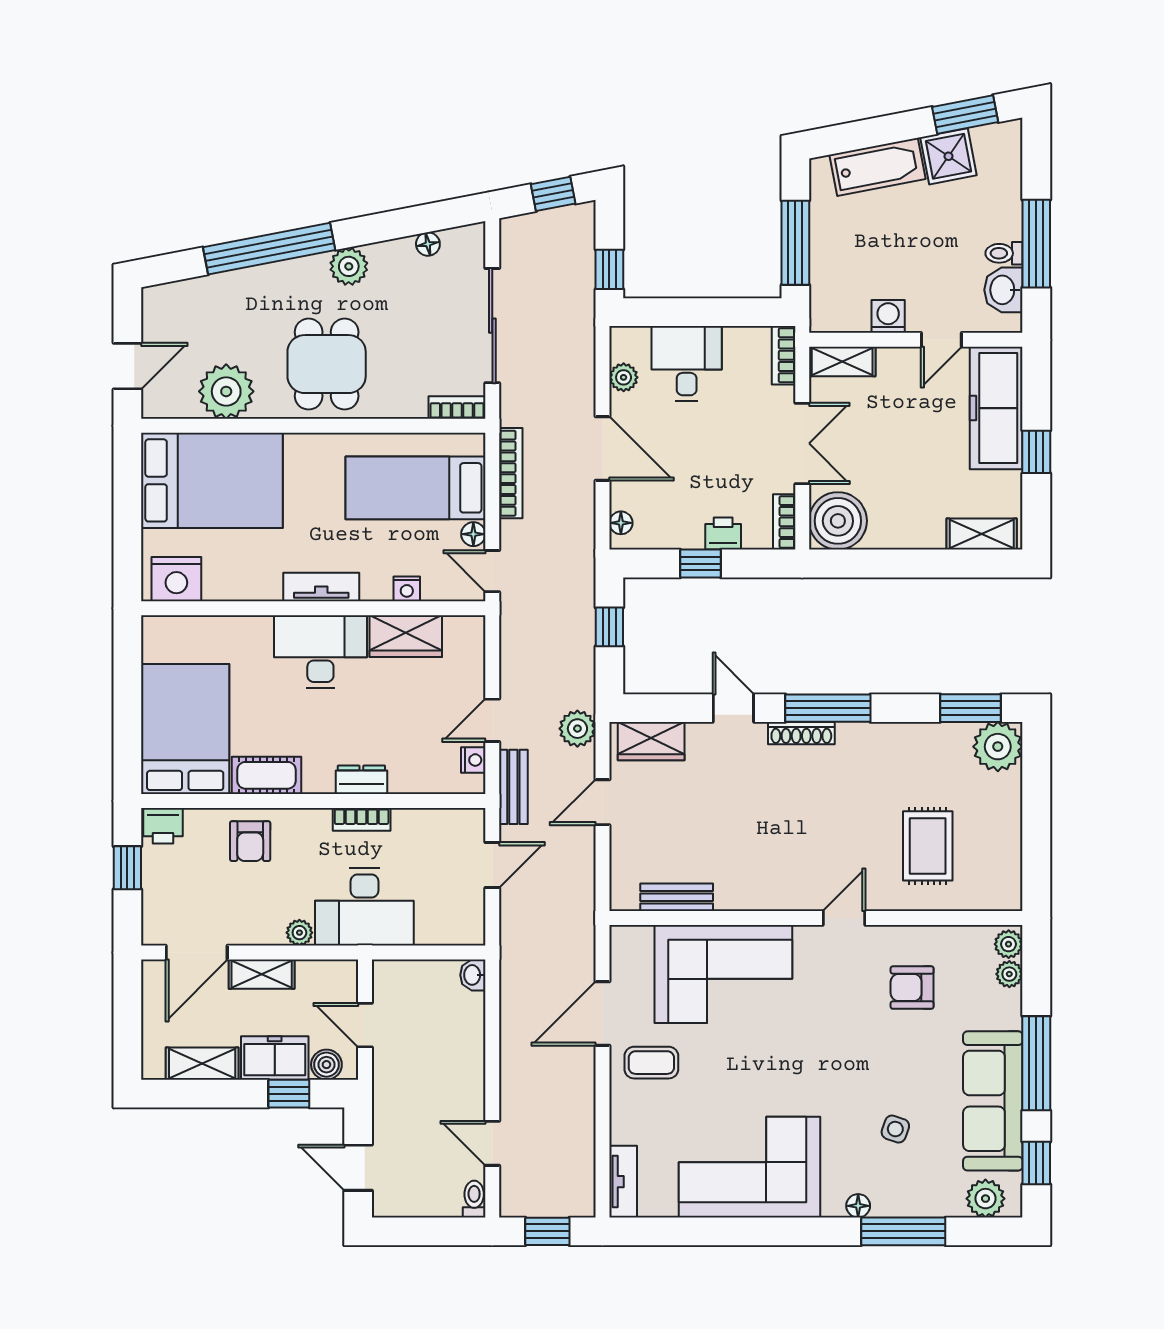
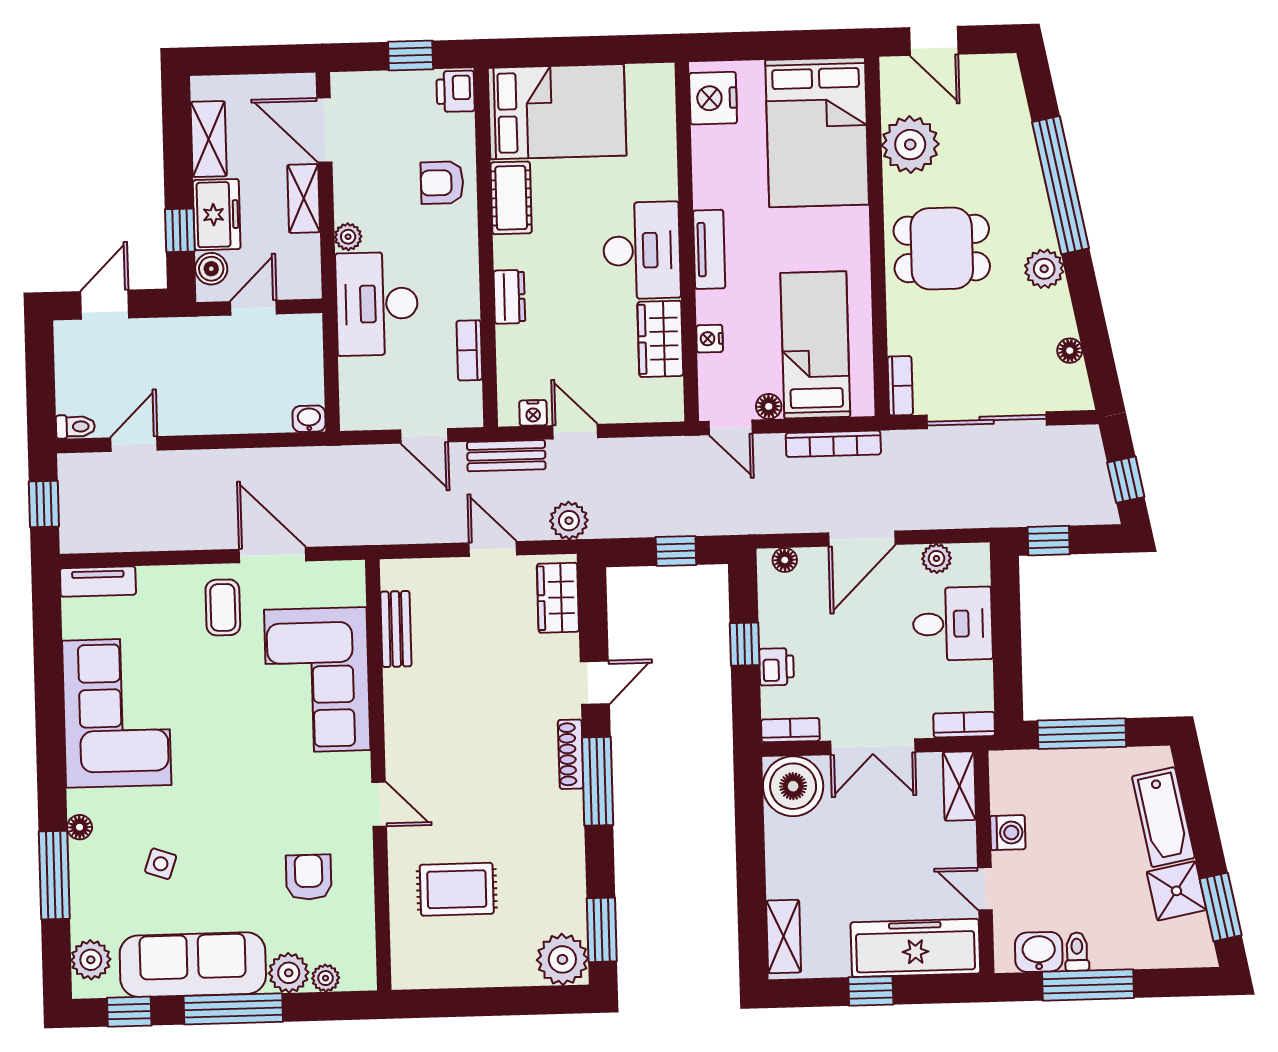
door: (492, 571) -> (731, 427), swing flipped
bookcase: (362, 819) -> (469, 350), moved
plant: (1009, 944) -> (289, 973), moved, width x1.38, depth x1.38

